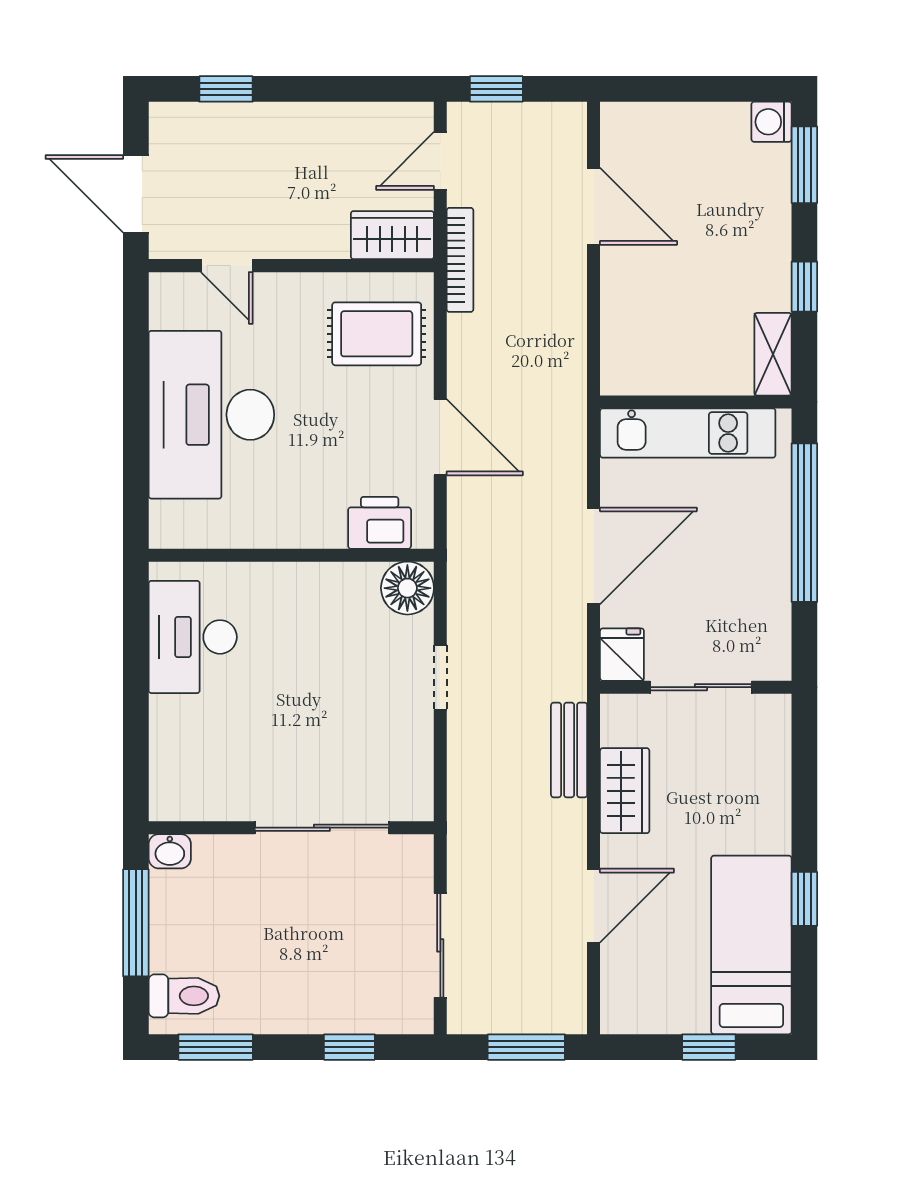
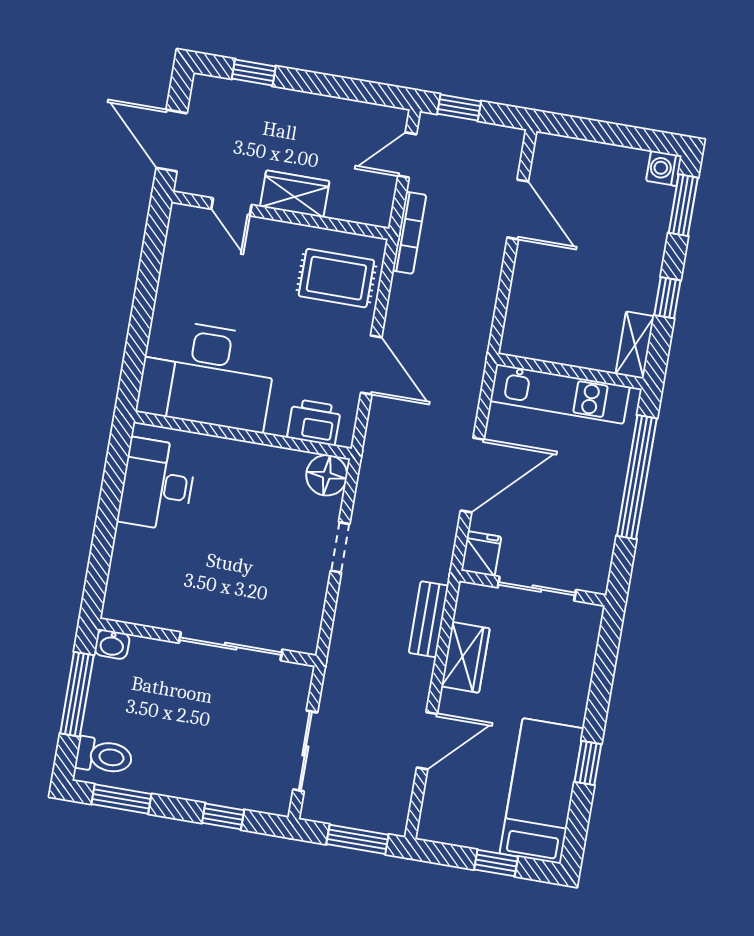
wardrobe: (392, 235) -> (295, 194), moved
desk: (211, 415) -> (207, 375), moved, turned -90

